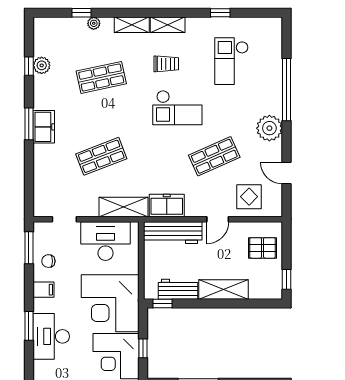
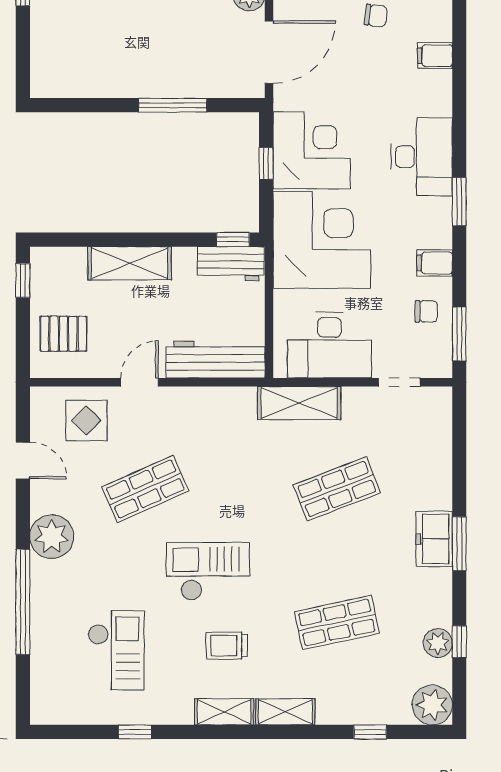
plant: (94, 23) -> (432, 705), moved, width x1.88, depth x1.88
freezer: (167, 205) -> (226, 406), removed
workbench: (178, 289) -> (231, 264), moved
desk: (51, 336) -> (422, 157), moved

